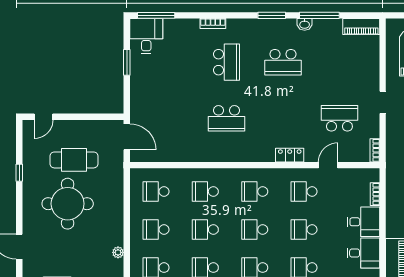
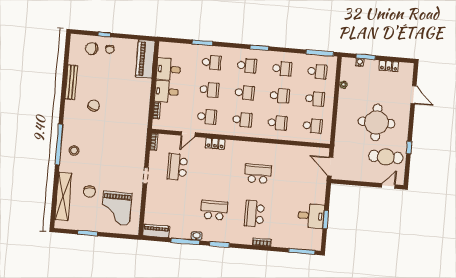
desk: (146, 36) -> (311, 216), moved, turned -90
school desk: (339, 118) -> (177, 167), turned 90
cafe table: (74, 160) -> (386, 157), moved

